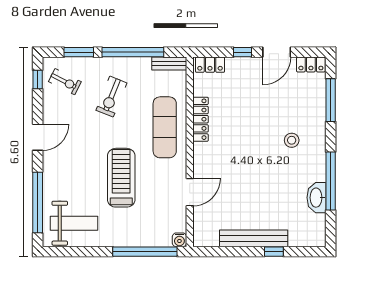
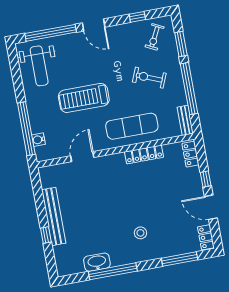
window: (38, 79) -> (137, 17), moved
door: (38, 137) -> (94, 25), moved
treadmill: (121, 178) -> (84, 98), turned 180
door: (190, 192) -> (82, 157), swing flipped
water cooler: (179, 240) -> (38, 140), moved

